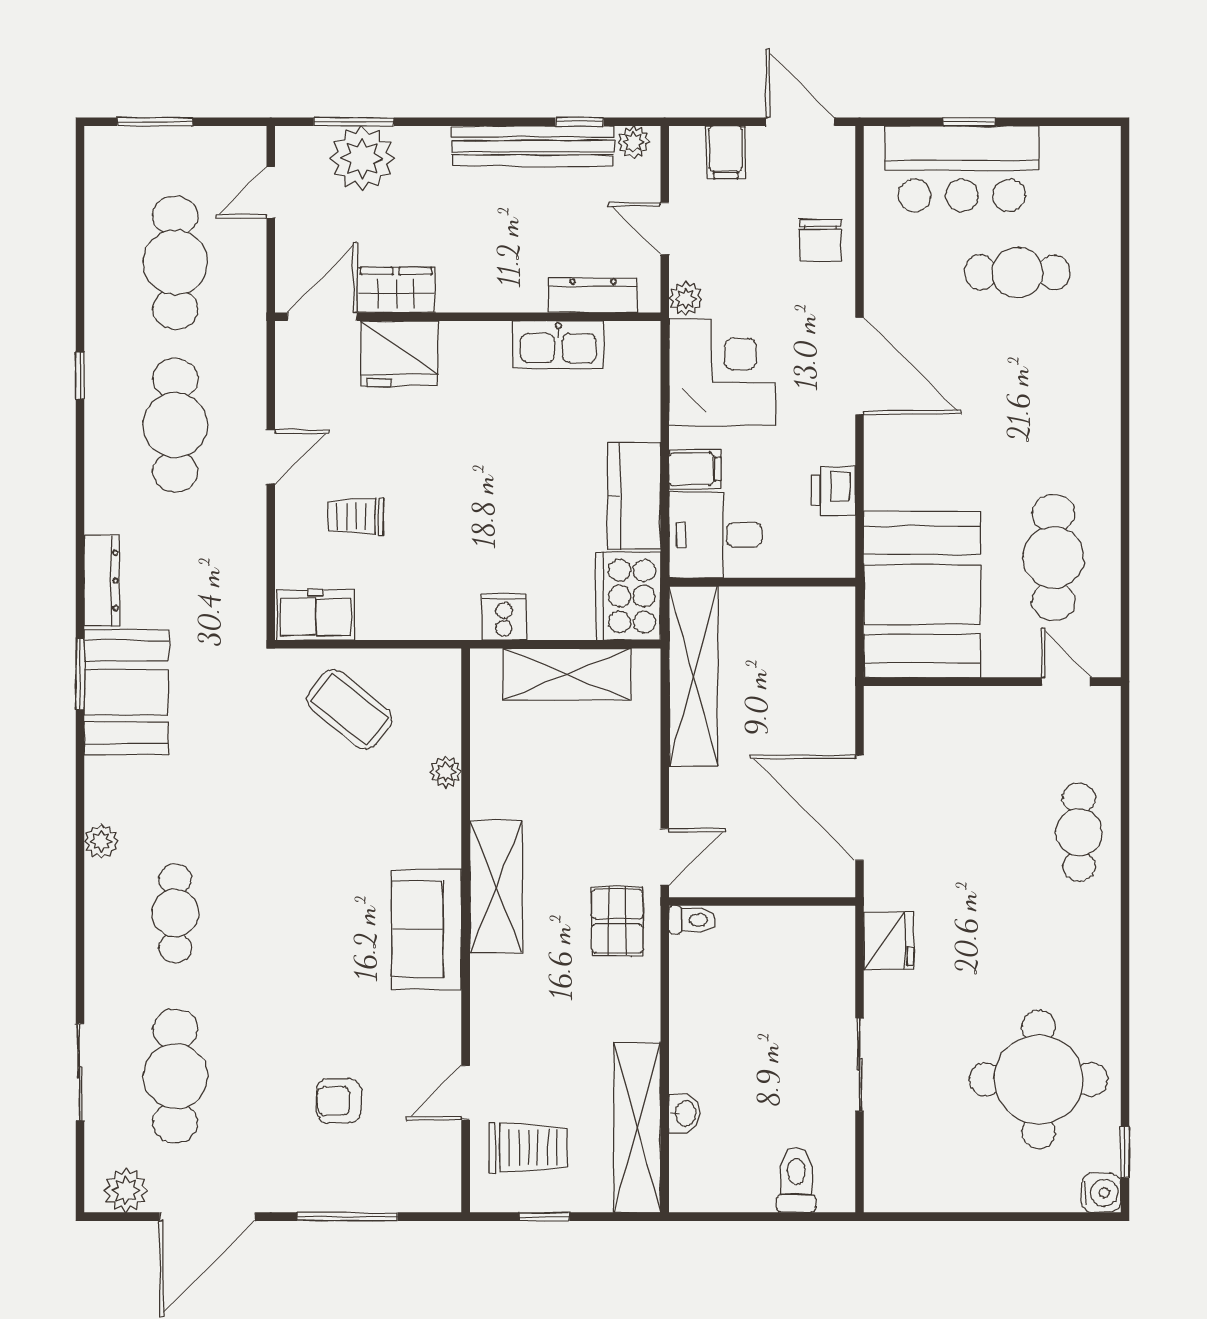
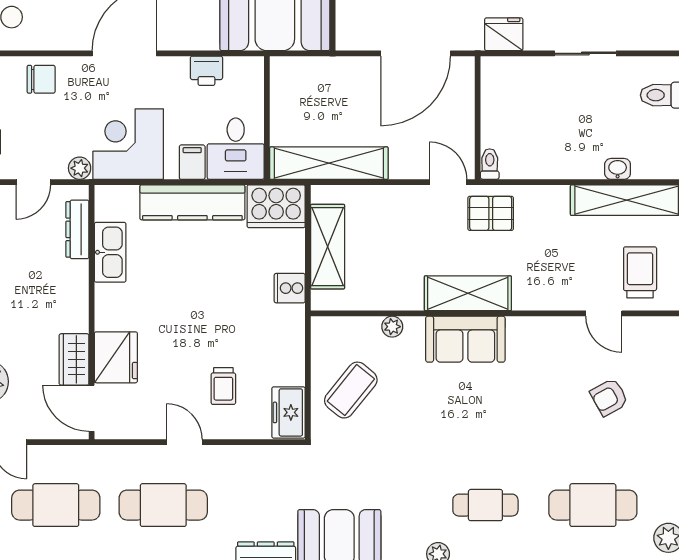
kitchen counter: (634, 496) -> (192, 202), width x1.50
sofa: (427, 929) -> (465, 339), moved
armchair: (339, 1101) -> (609, 397), turned 61

